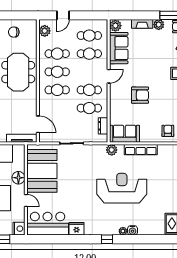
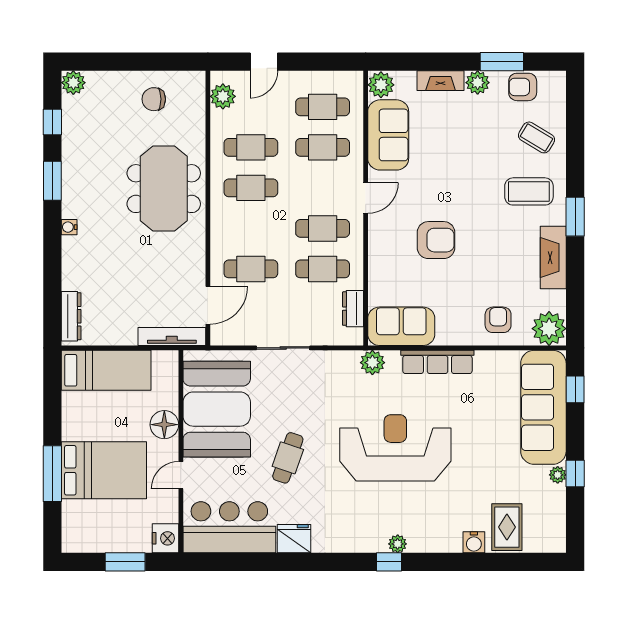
cafe table: (57, 90) -> (251, 269), moved
door: (38, 124) -> (208, 305), hinge flipped
cafe table: (74, 193) -> (288, 458), added
door: (26, 200) -> (181, 475), swing flipped
water cooler: (133, 230) -> (474, 542), moved
window: (107, 239) -> (389, 562), moved

